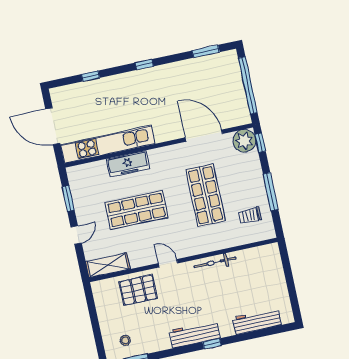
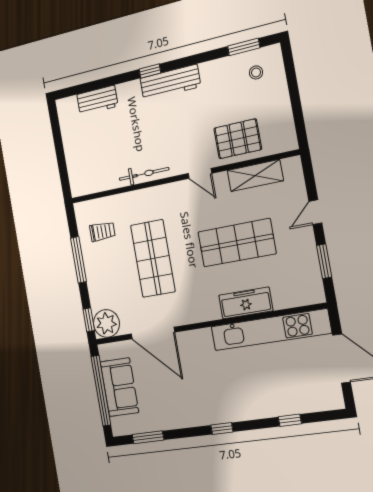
sofa: (232, 90) -> (119, 387), added
shelving: (108, 265) -> (255, 176), moved
workbench: (257, 321) -> (97, 100), width x0.73

